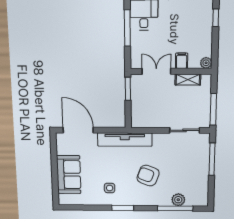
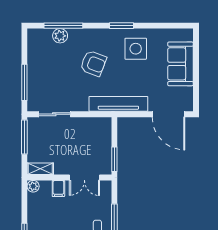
shelving: (188, 80) -> (40, 169), moved
side table: (110, 188) -> (136, 49), width x1.87, depth x1.87

